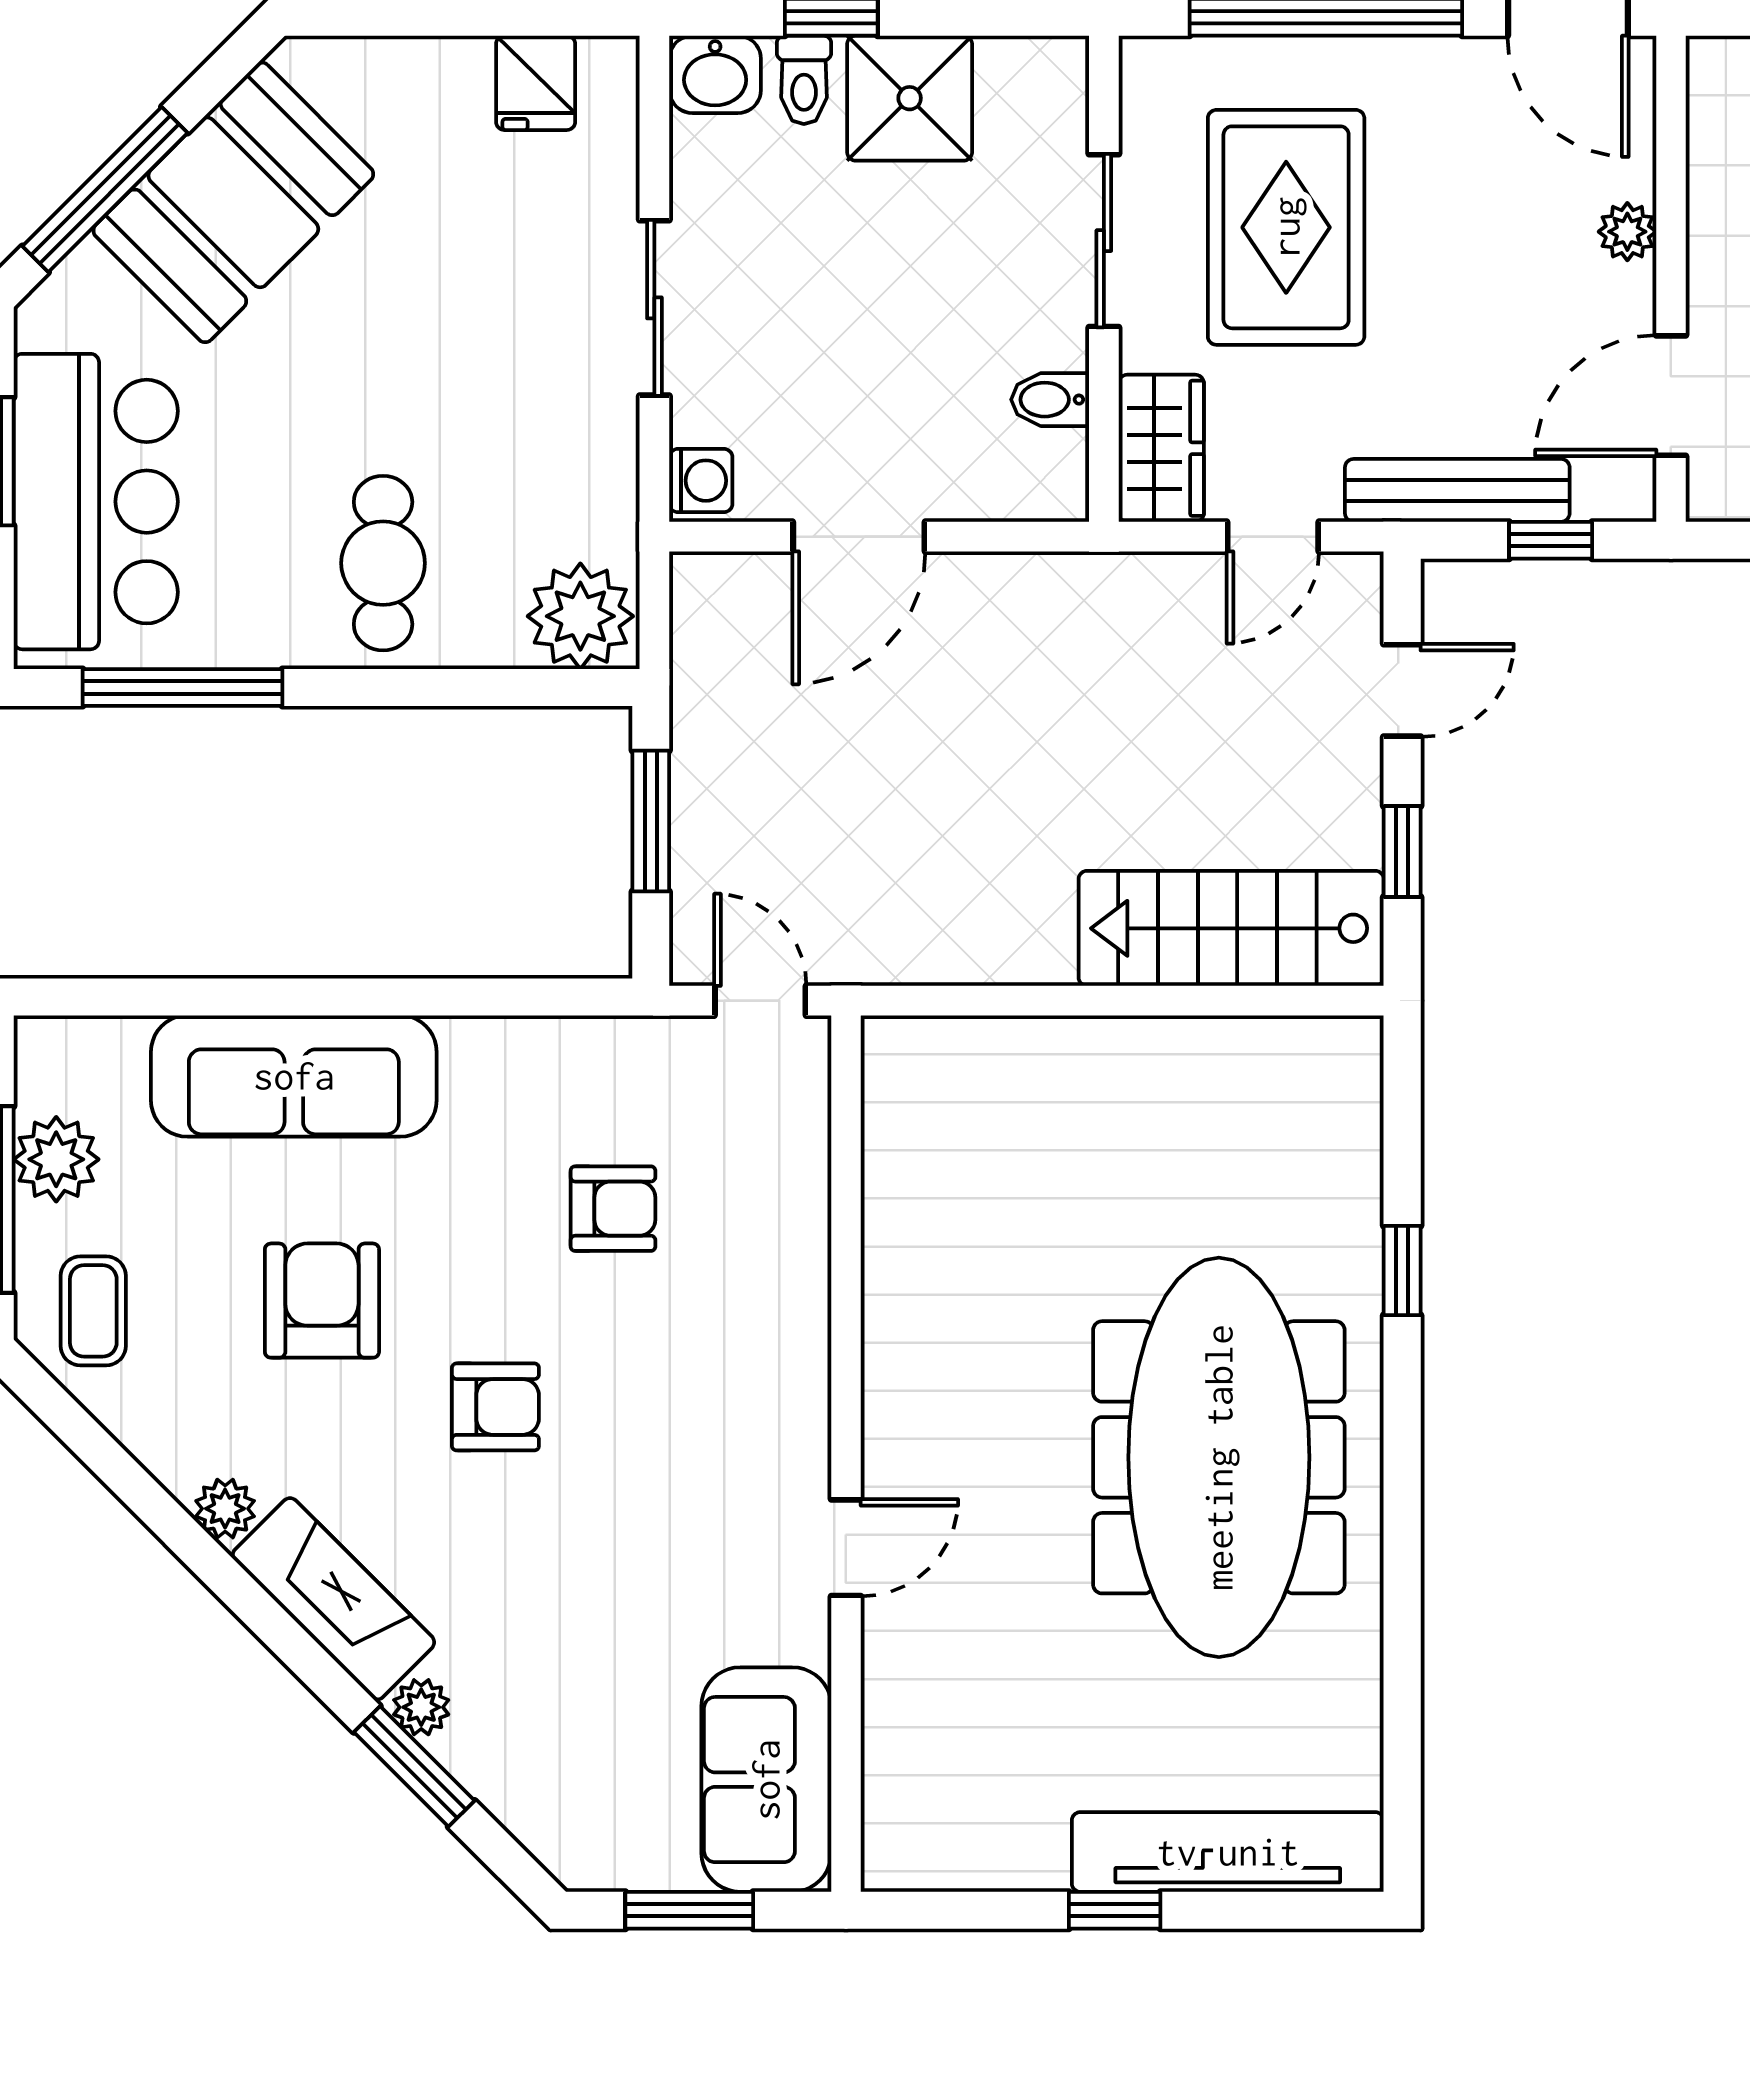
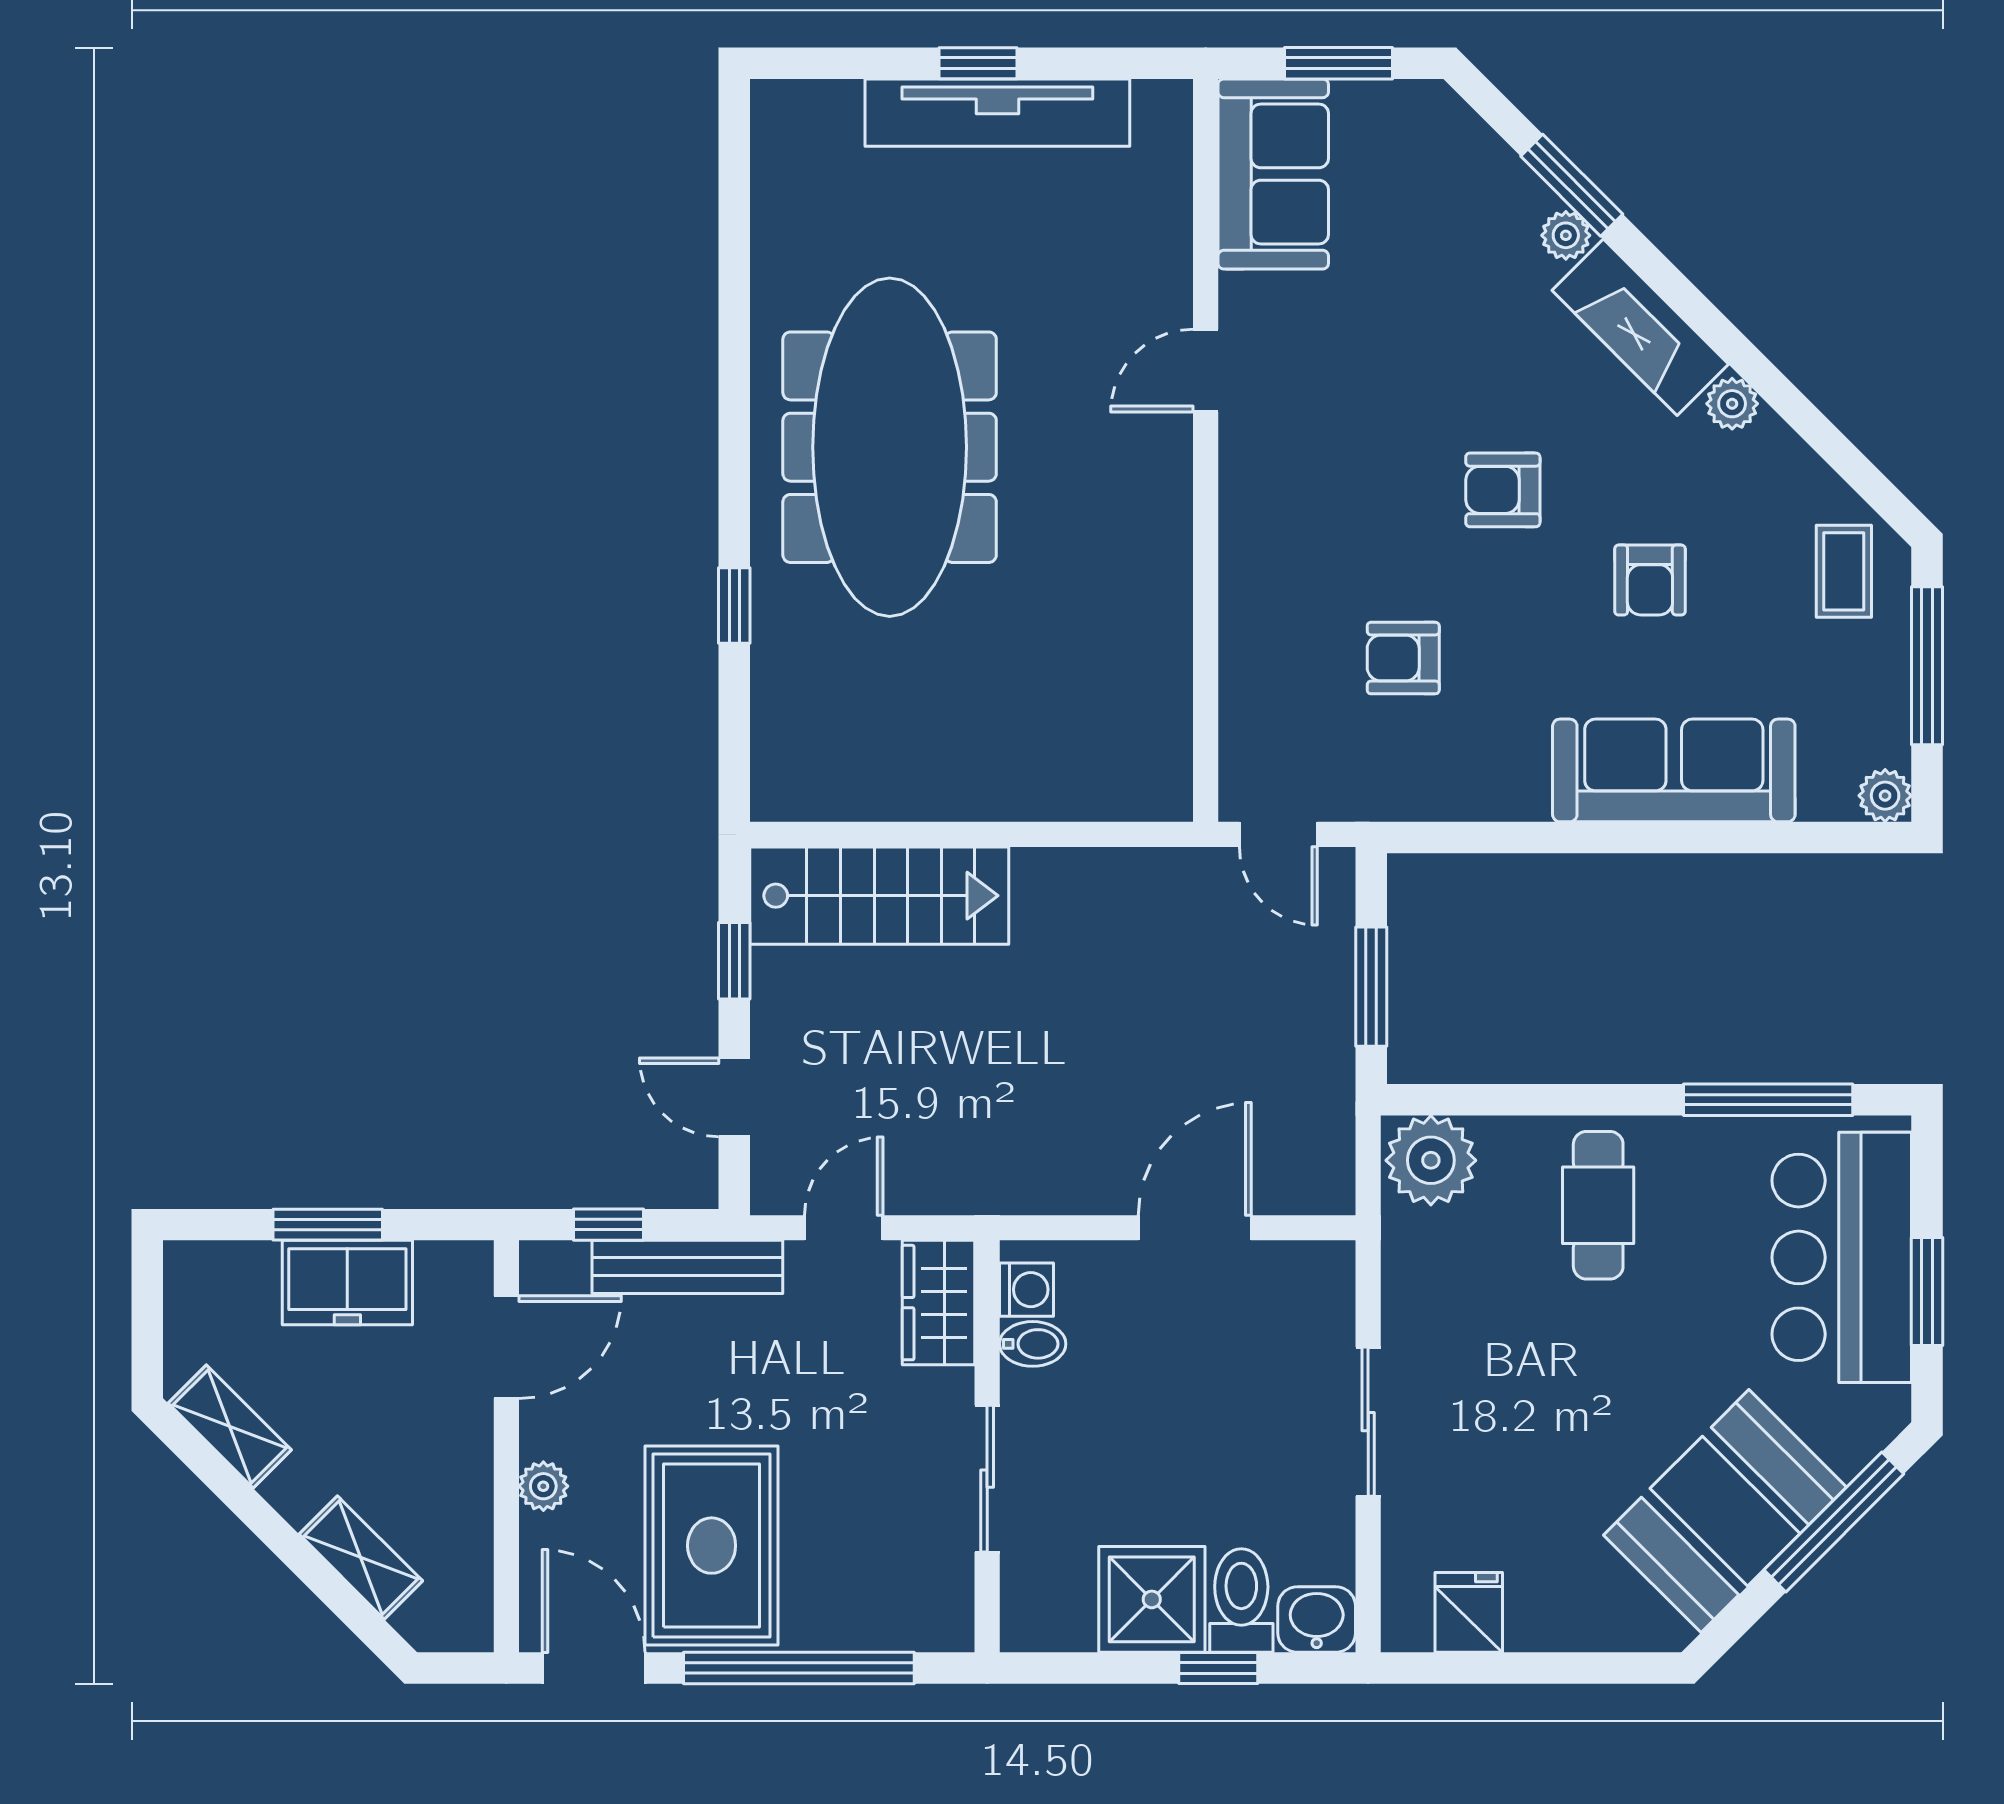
toilet: (804, 80) -> (1241, 1600), width x1.37, depth x1.39
rug: (1286, 227) -> (712, 1546), moved
washing machine: (701, 481) -> (1026, 1290), moved, turned 180
door: (1402, 690) -> (734, 1097), hinge flipped
plant: (56, 1159) -> (1885, 796), moved, width x0.73, depth x0.73
armchair: (322, 1301) -> (1650, 580), width x0.72, depth x0.72
tv unit: (1228, 1852) -> (997, 113), moved

